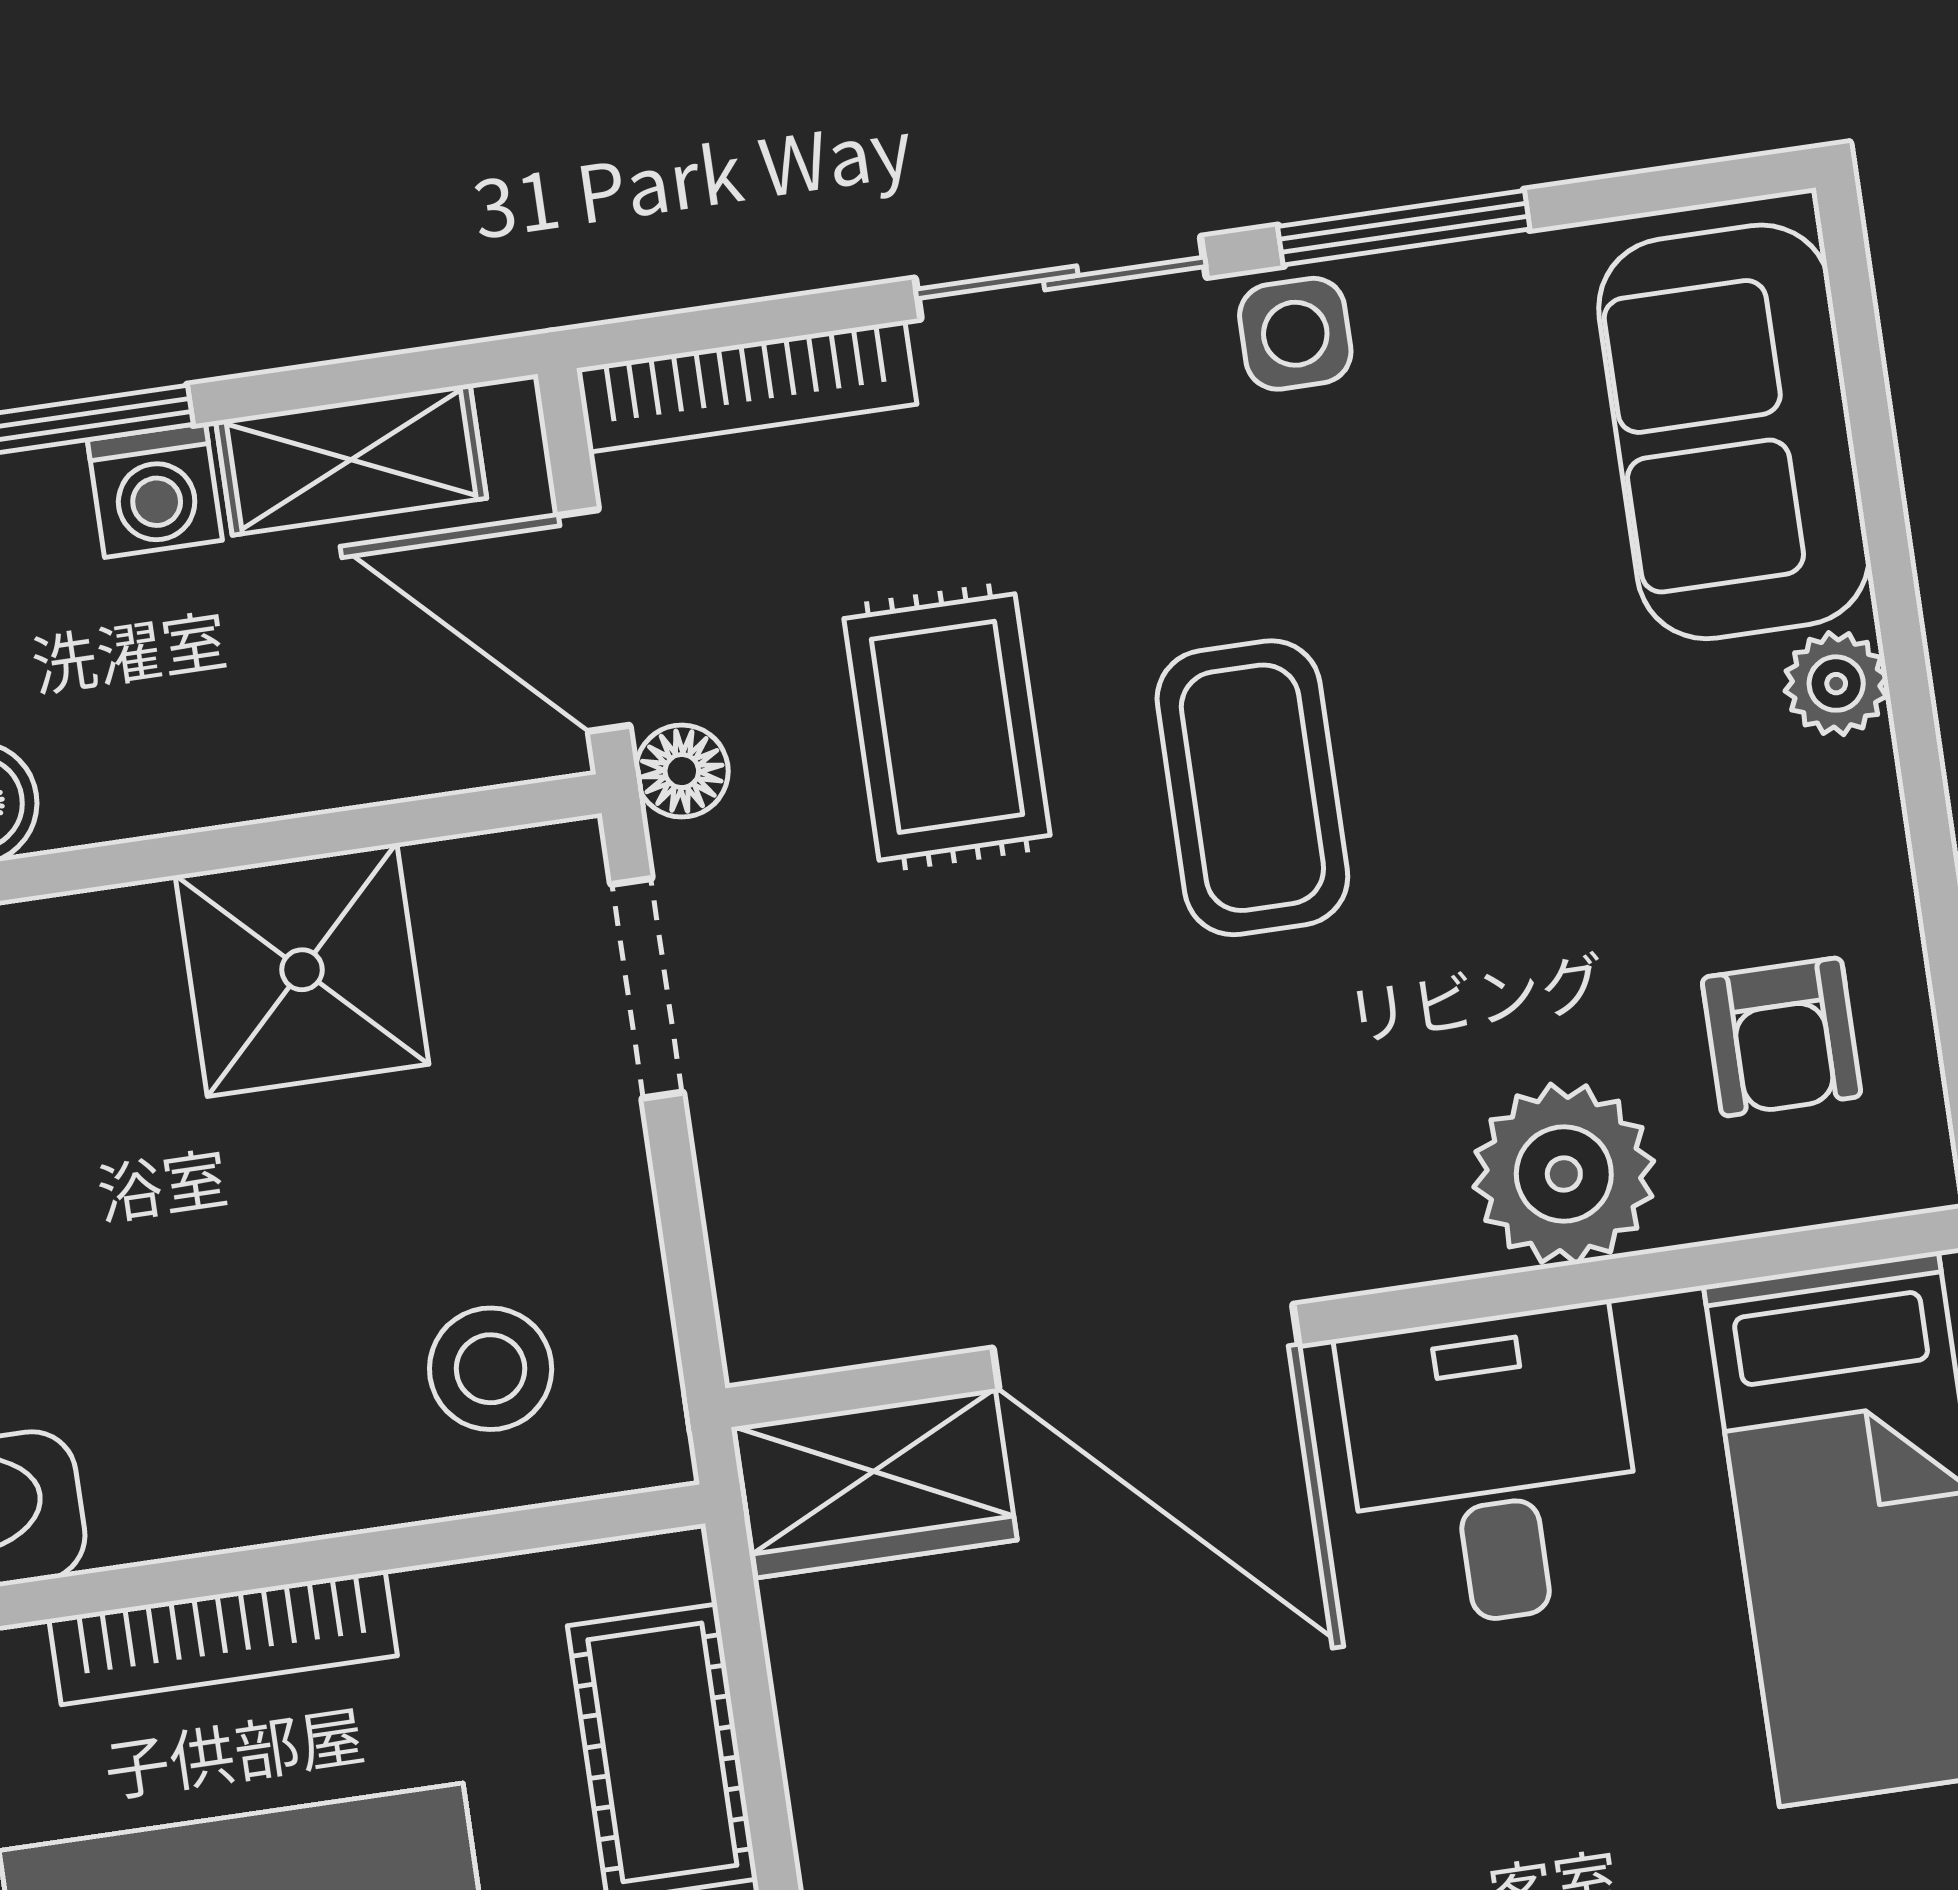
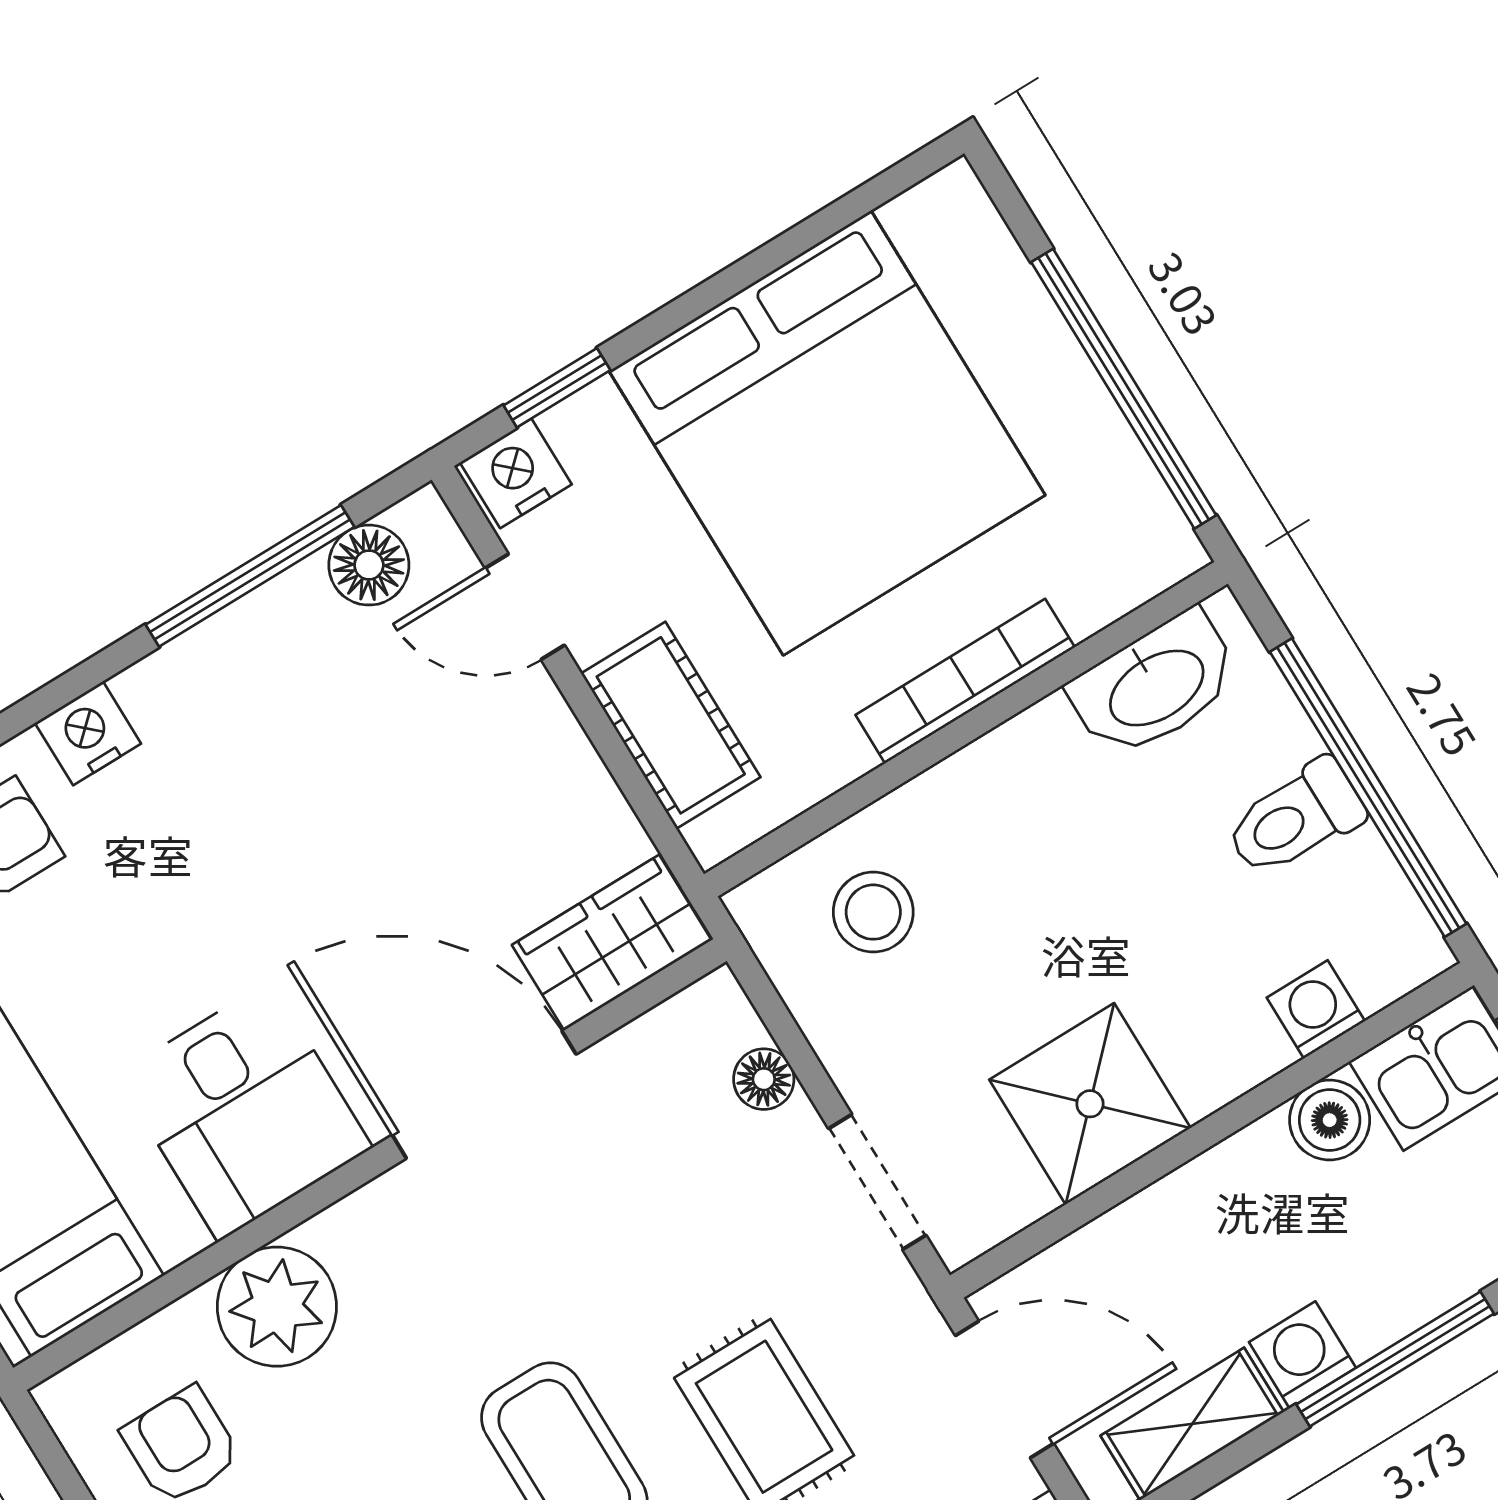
floor lamp: (682, 771) -> (764, 1079), moved

